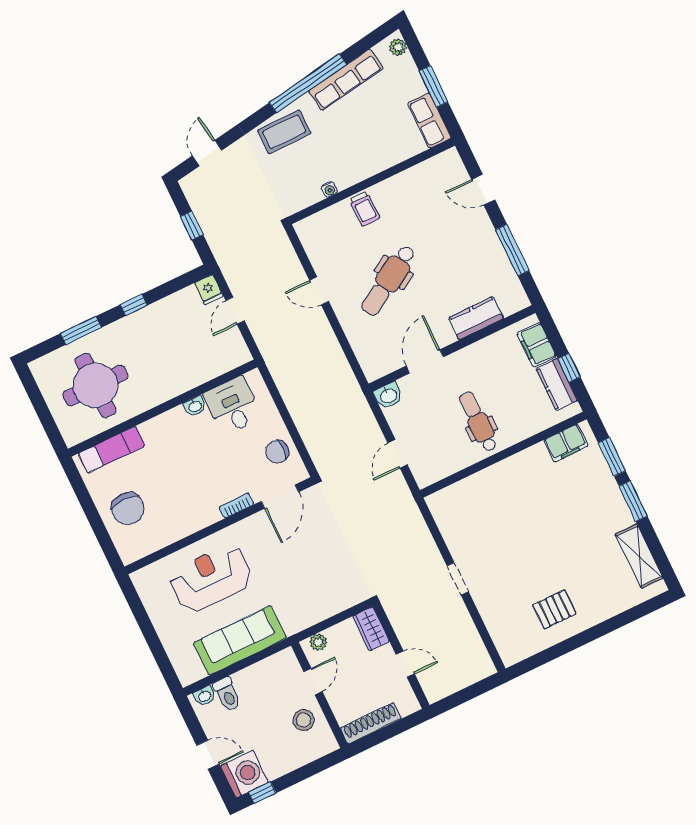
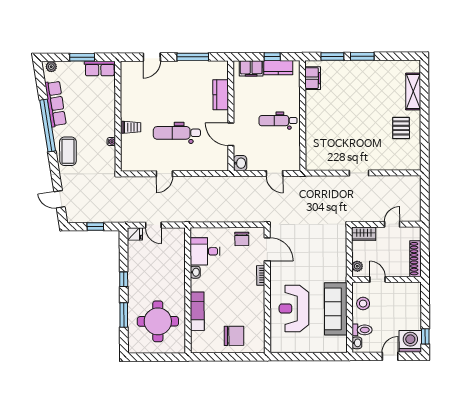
dental chair: (388, 280) -> (177, 133), turned 121
exam couch: (112, 450) -> (197, 311), moved
shelving: (639, 556) -> (413, 91), moved, turned 90
stool: (304, 720) -> (363, 304), moved

